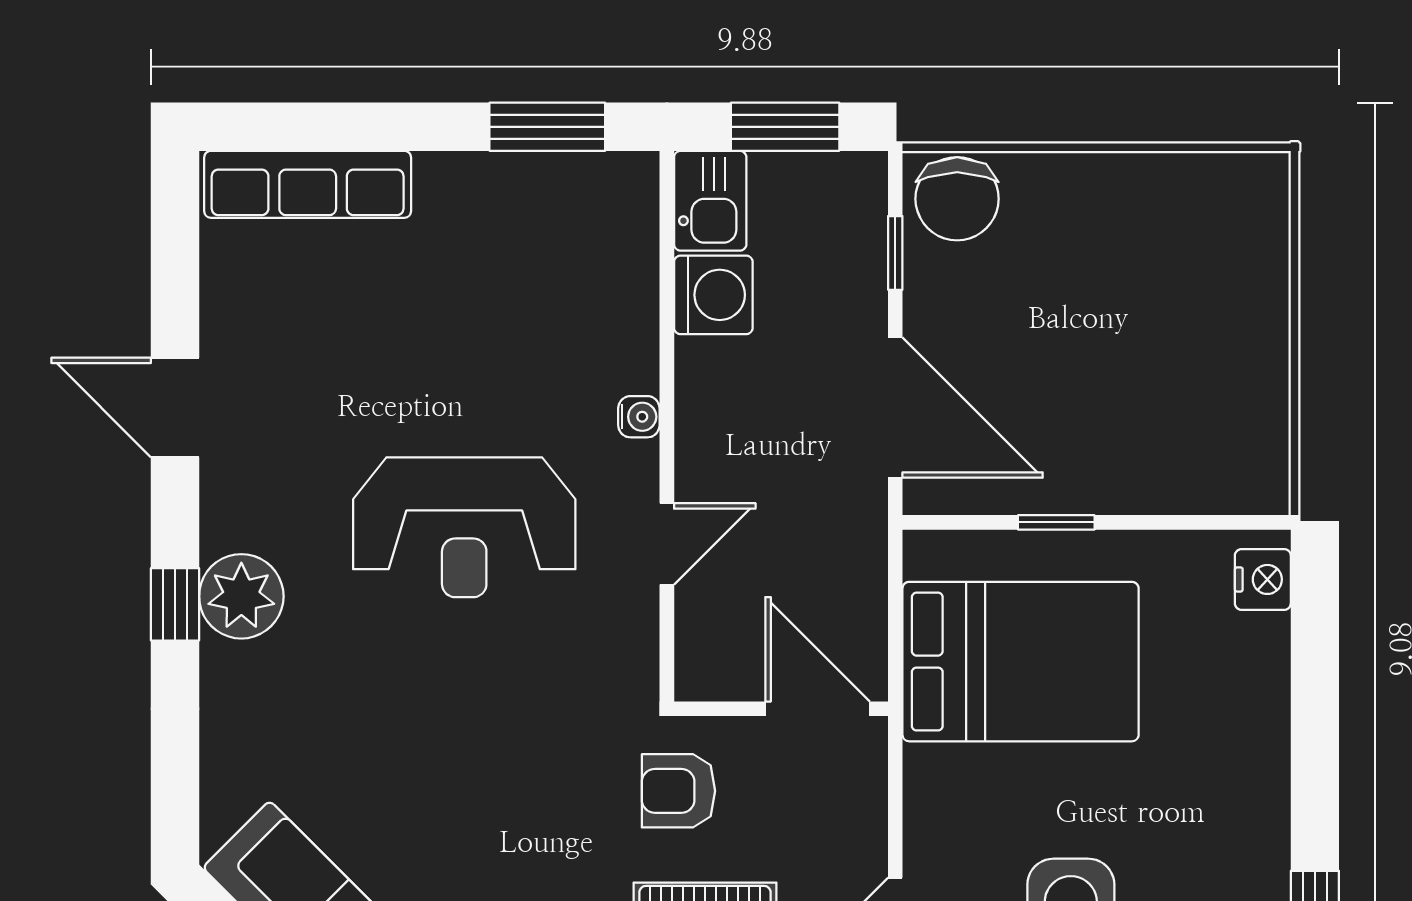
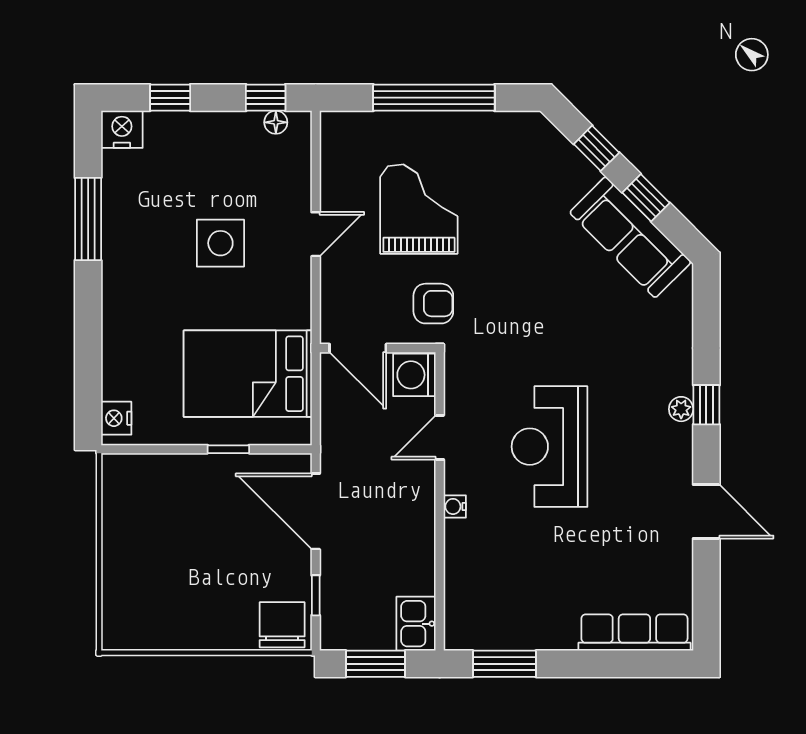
washing machine: (713, 295) -> (414, 375), moved
reception desk: (464, 527) -> (549, 447), turned -90
plant: (241, 596) -> (681, 409), width x0.53, depth x0.53

